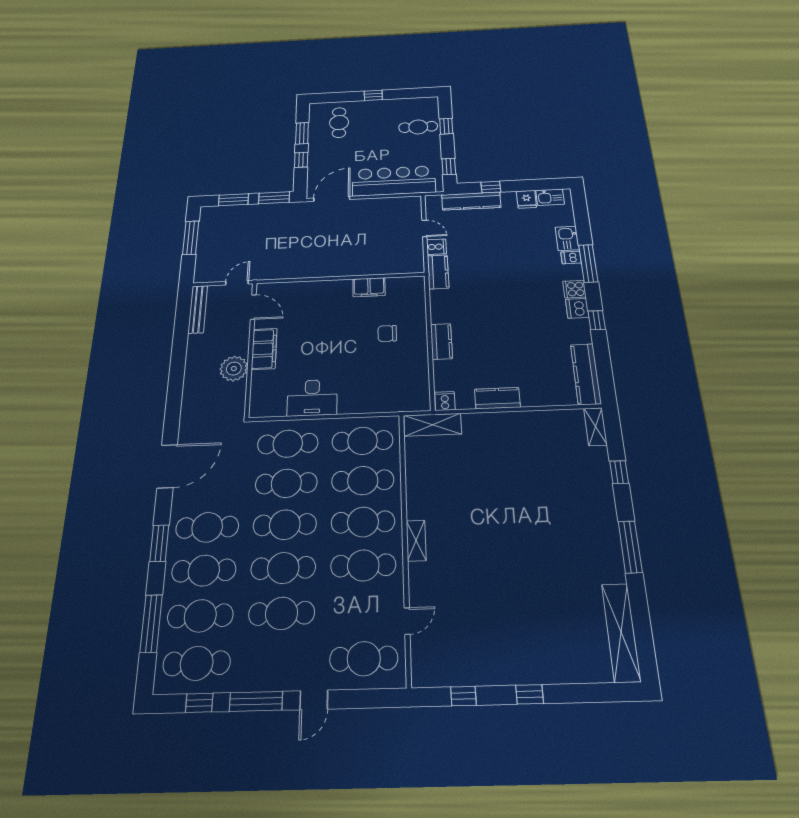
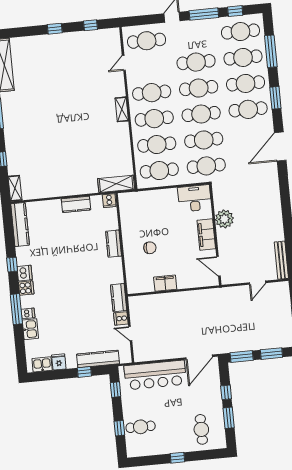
door: (253, 307) -> (218, 266), moved
wall: (251, 348) -> (215, 235), moved
filing cabinet: (264, 349) -> (206, 235), moved
plant: (234, 369) -> (224, 219), moved

